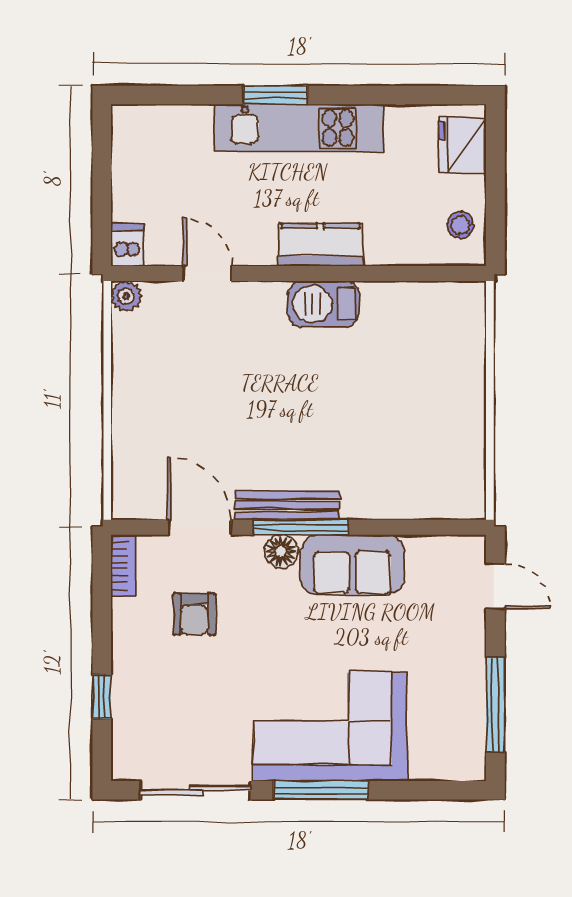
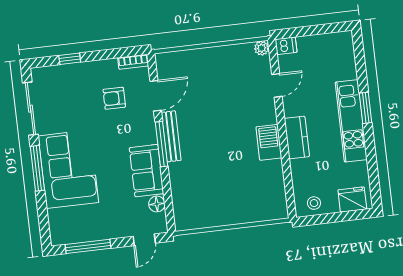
floor lamp: (281, 551) -> (157, 204), moved

